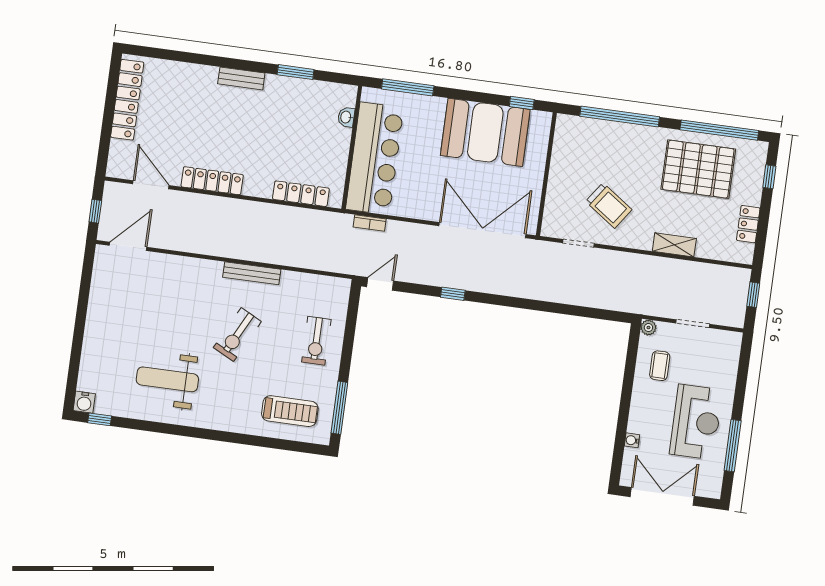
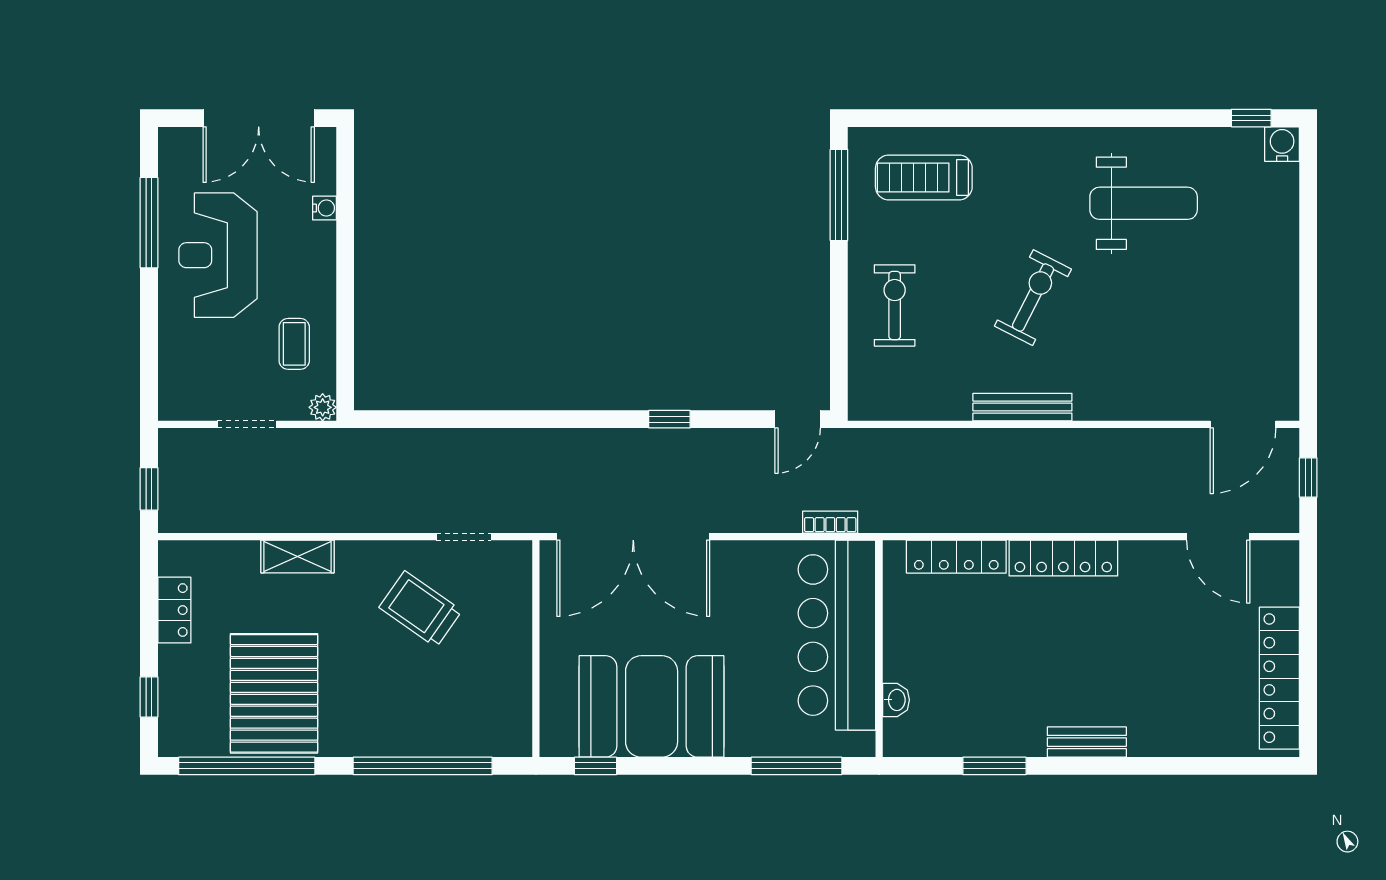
pallet: (698, 169) -> (274, 693), turned 90
locker: (212, 181) -> (1063, 558), moved

